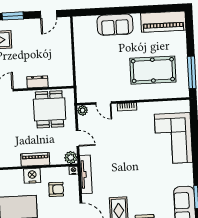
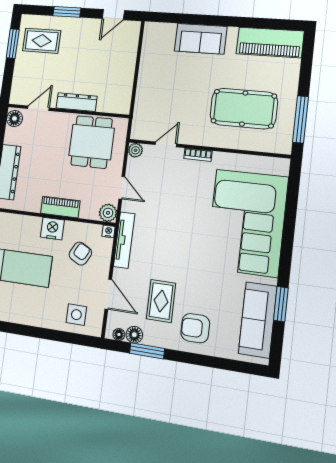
dresser: (37, 82) -> (77, 102), width x1.44
door: (103, 103) -> (166, 144), swing flipped
corner sofa: (173, 138) -> (247, 223), width x1.36, depth x1.36
armchair: (56, 189) -> (80, 254), turned -62

